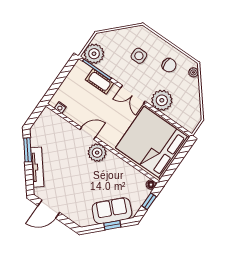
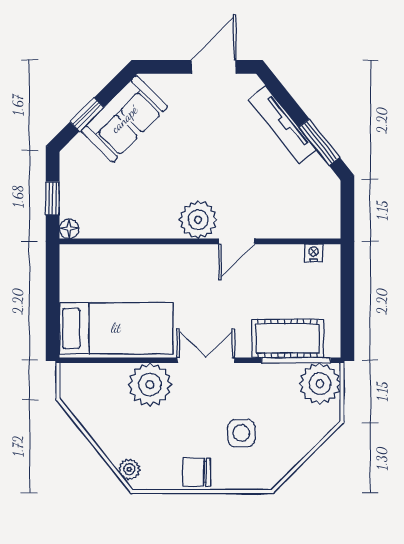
chair: (169, 65) -> (197, 472), moved
cot: (100, 81) -> (288, 338), width x1.37, depth x1.34
bed: (152, 143) -> (116, 328), width x0.49
sofa: (112, 211) -> (124, 119), moved

